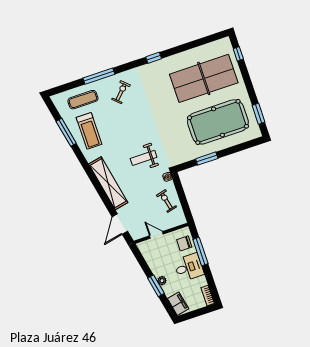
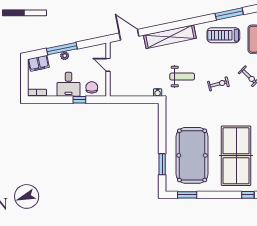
weight bench: (144, 158) -> (182, 77), turned 90
window: (207, 159) -> (162, 164), moved
exercise bike: (166, 201) -> (218, 84), moved
door: (156, 235) -> (108, 65), swing flipped
window: (200, 251) -> (79, 100), width x0.46
window: (156, 286) -> (62, 49), width x1.44

